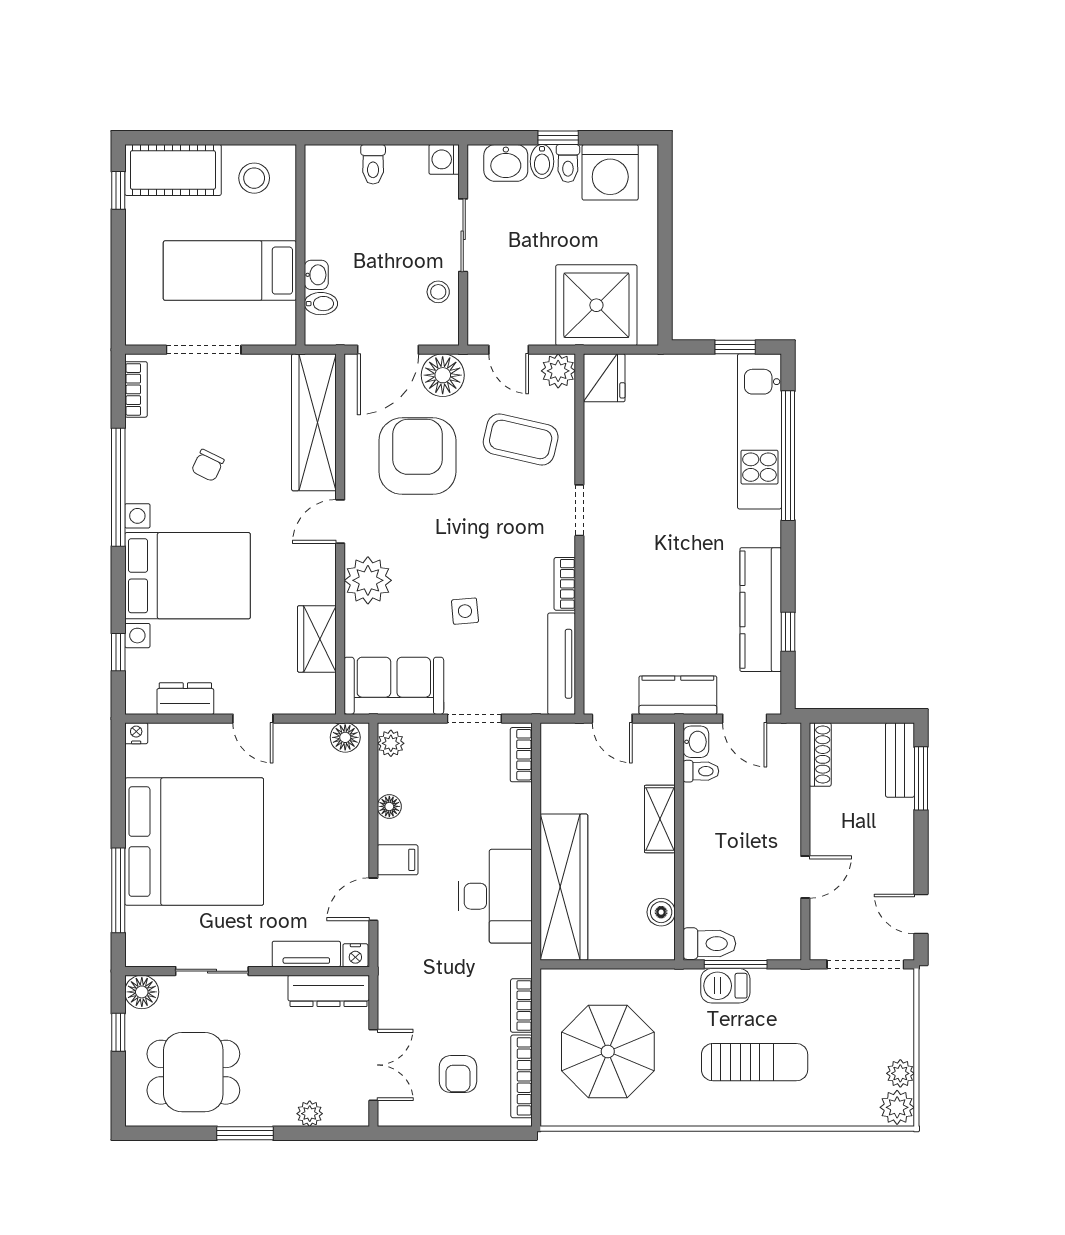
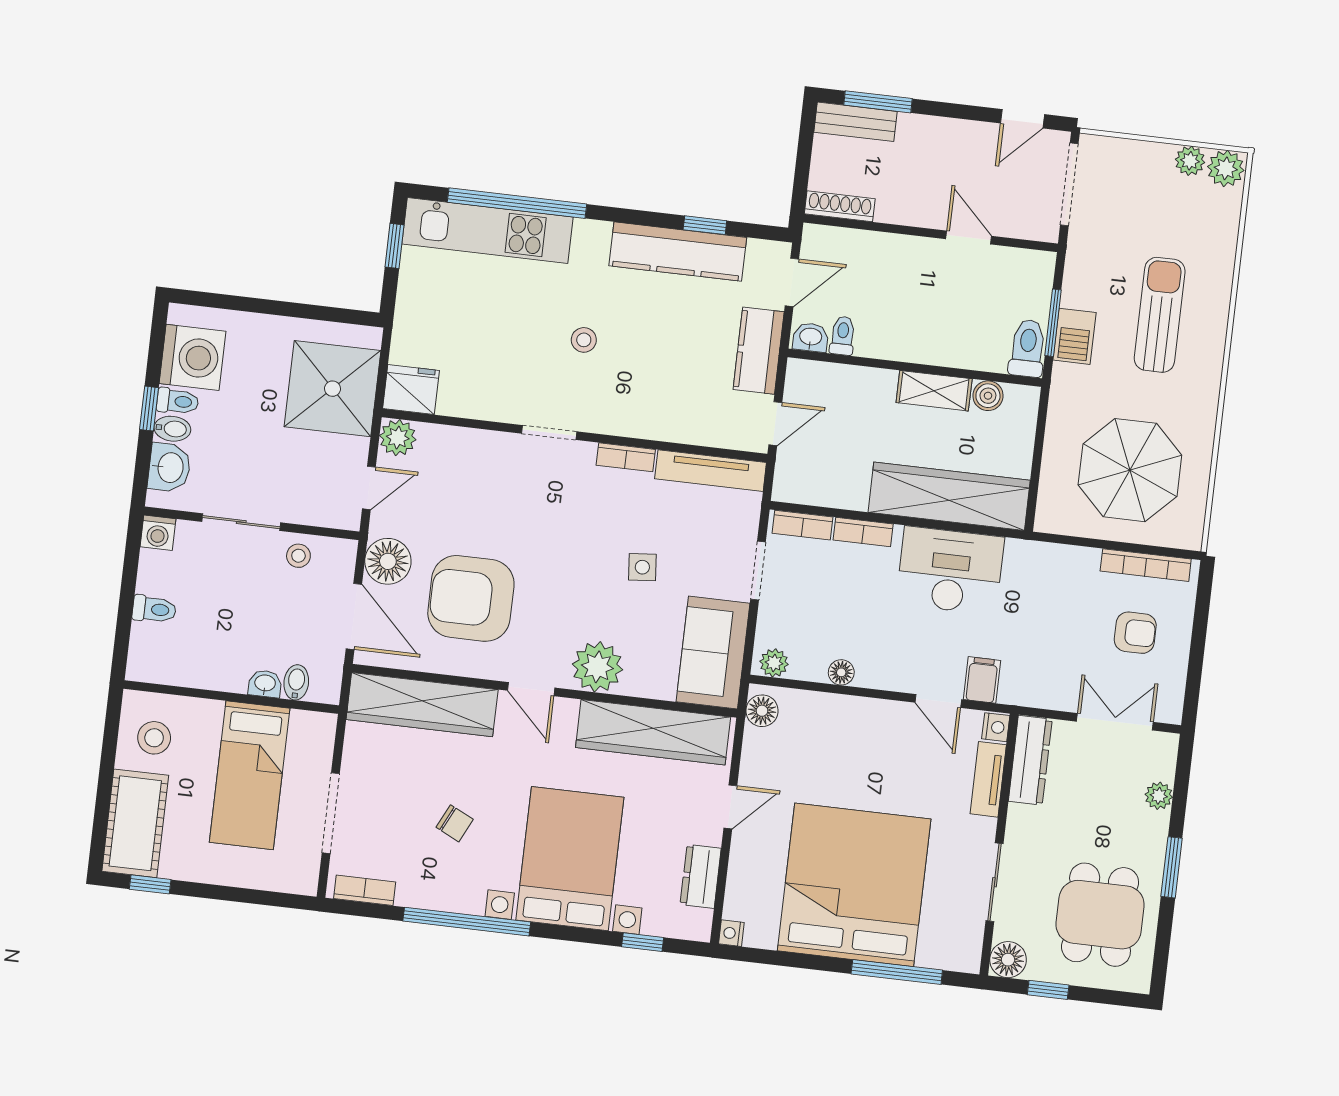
coffee table: (521, 439) -> (466, 486), removed
stool: (669, 532) -> (584, 340), added
wardrobe: (317, 639) -> (653, 732), width x2.10, depth x1.17
shelving: (660, 819) -> (934, 391), moved
filing cabinet: (398, 860) -> (982, 680), moved
bookcase: (521, 1006) -> (863, 532), moved

